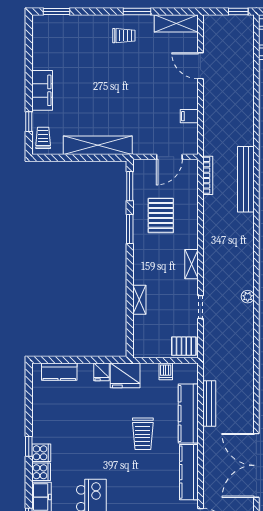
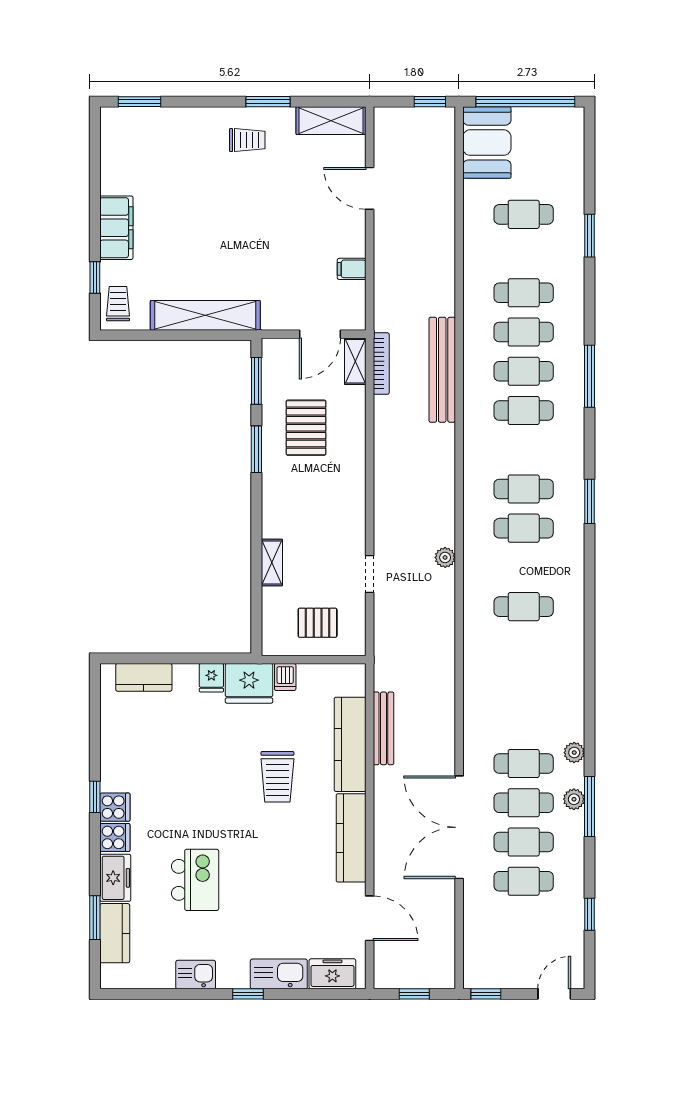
shelving: (192, 264) -> (355, 361), moved
pallet: (184, 346) -> (318, 623), moved
dishwasher: (166, 371) -> (285, 677), moved

